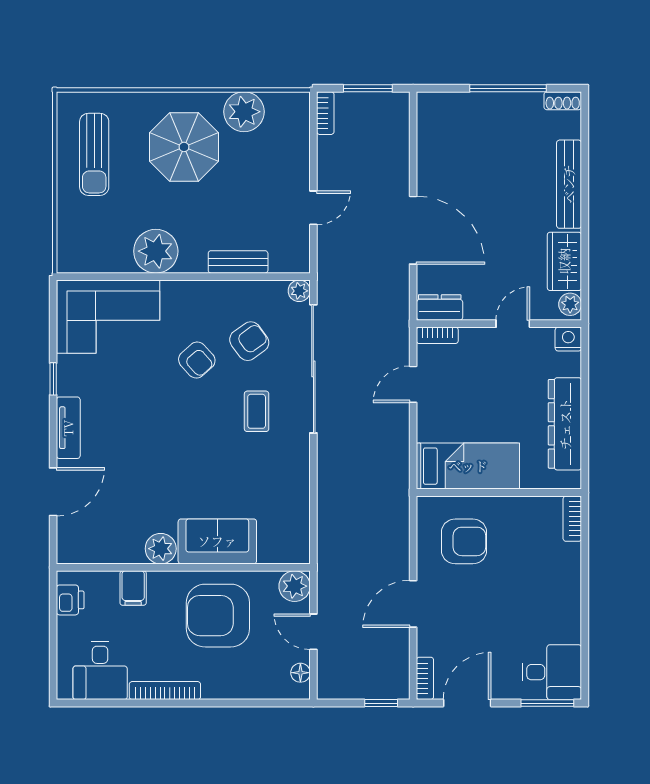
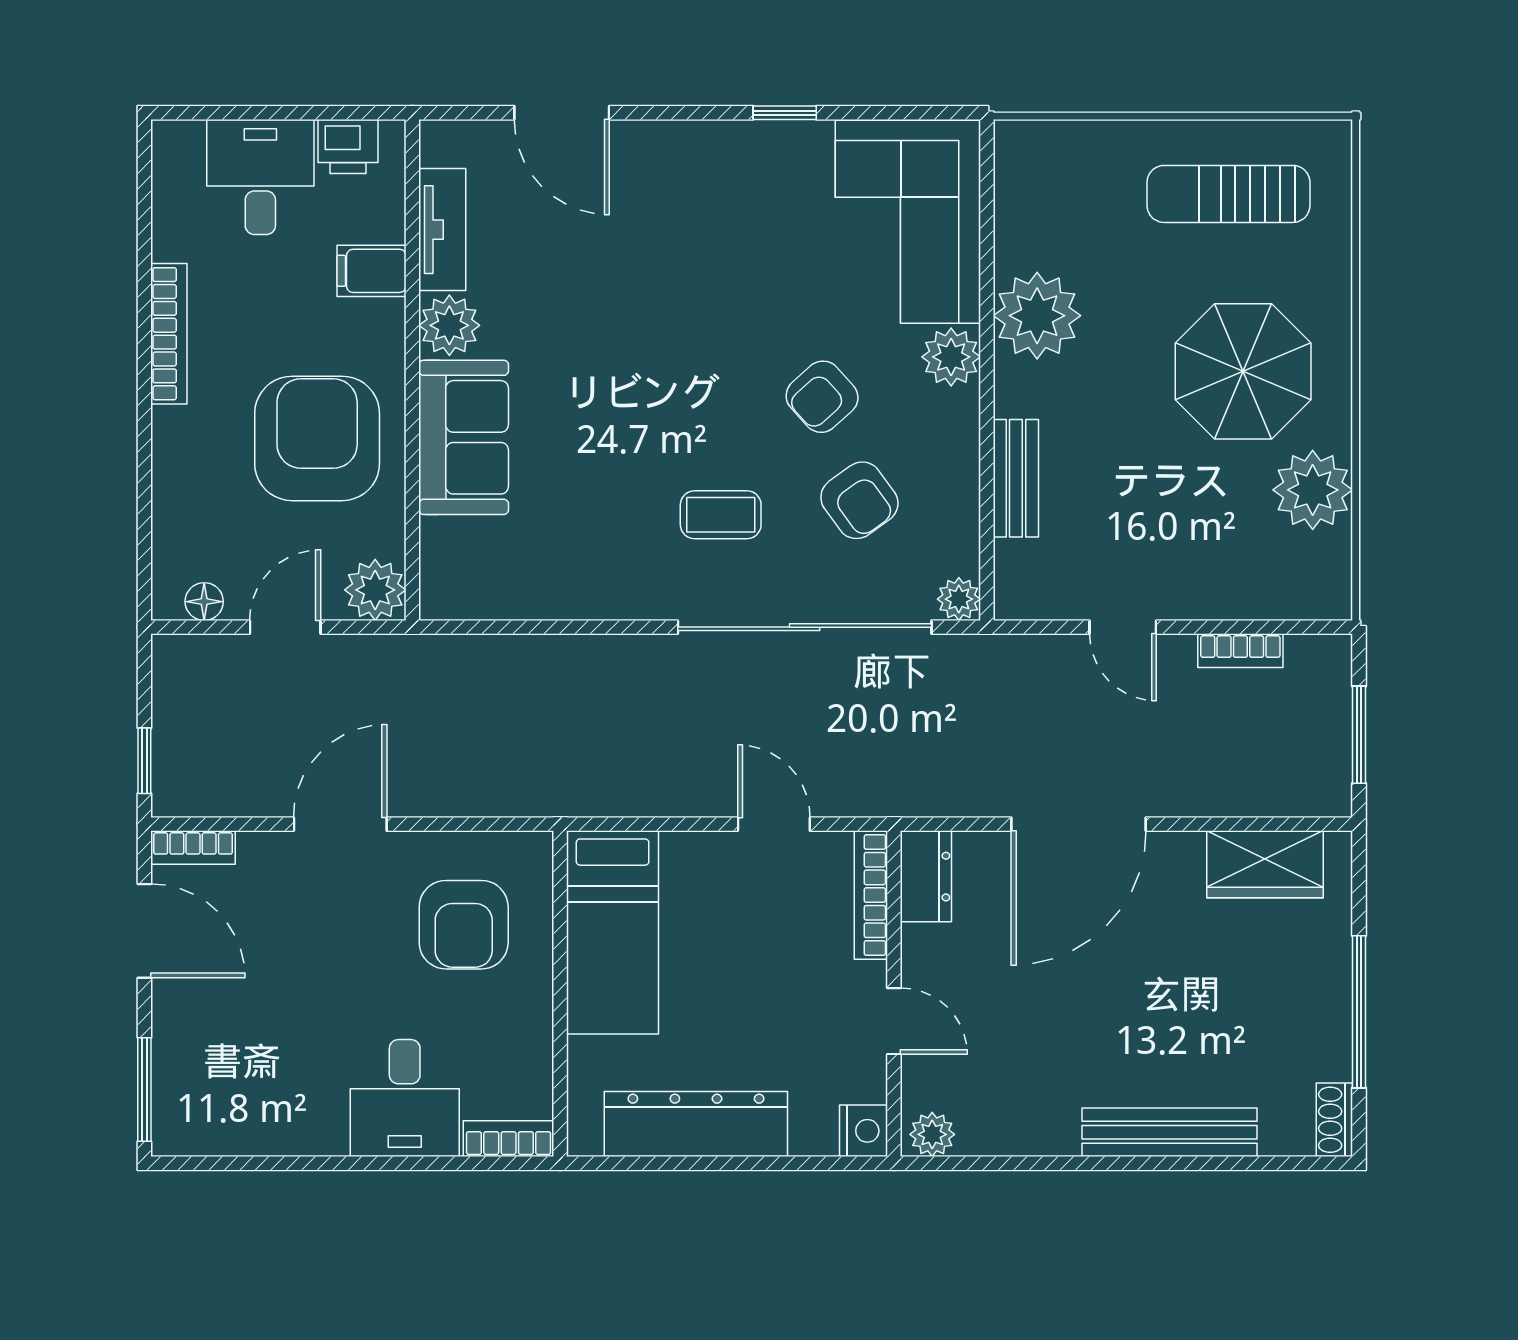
bookcase: (325, 113) -> (1240, 651), moved
wardrobe: (564, 261) -> (1265, 864), moved, turned 180
plant: (177, 295) -> (951, 357), added
bookcase: (437, 335) -> (871, 895), width x1.56
tv unit: (68, 428) -> (442, 230), moved, turned -90
door: (413, 604) -> (340, 824), hinge flipped
desk: (100, 671) -> (260, 177), moved, turned 90
desk: (552, 672) -> (405, 1098), moved

